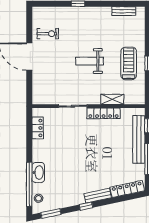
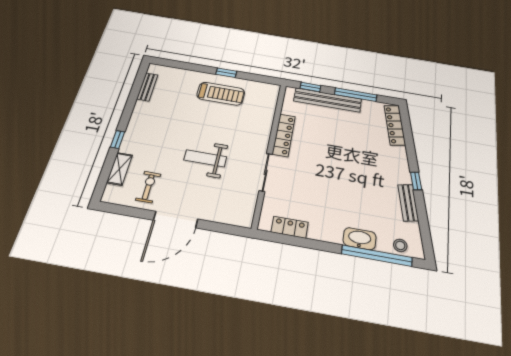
weight bench: (90, 61) -> (205, 158), moved, turned 90
treadmill: (129, 63) -> (221, 94), turned 180
shelving: (112, 99) -> (120, 169), moved
bench: (98, 196) -> (408, 203), moved
window: (51, 213) -> (425, 232), removed

